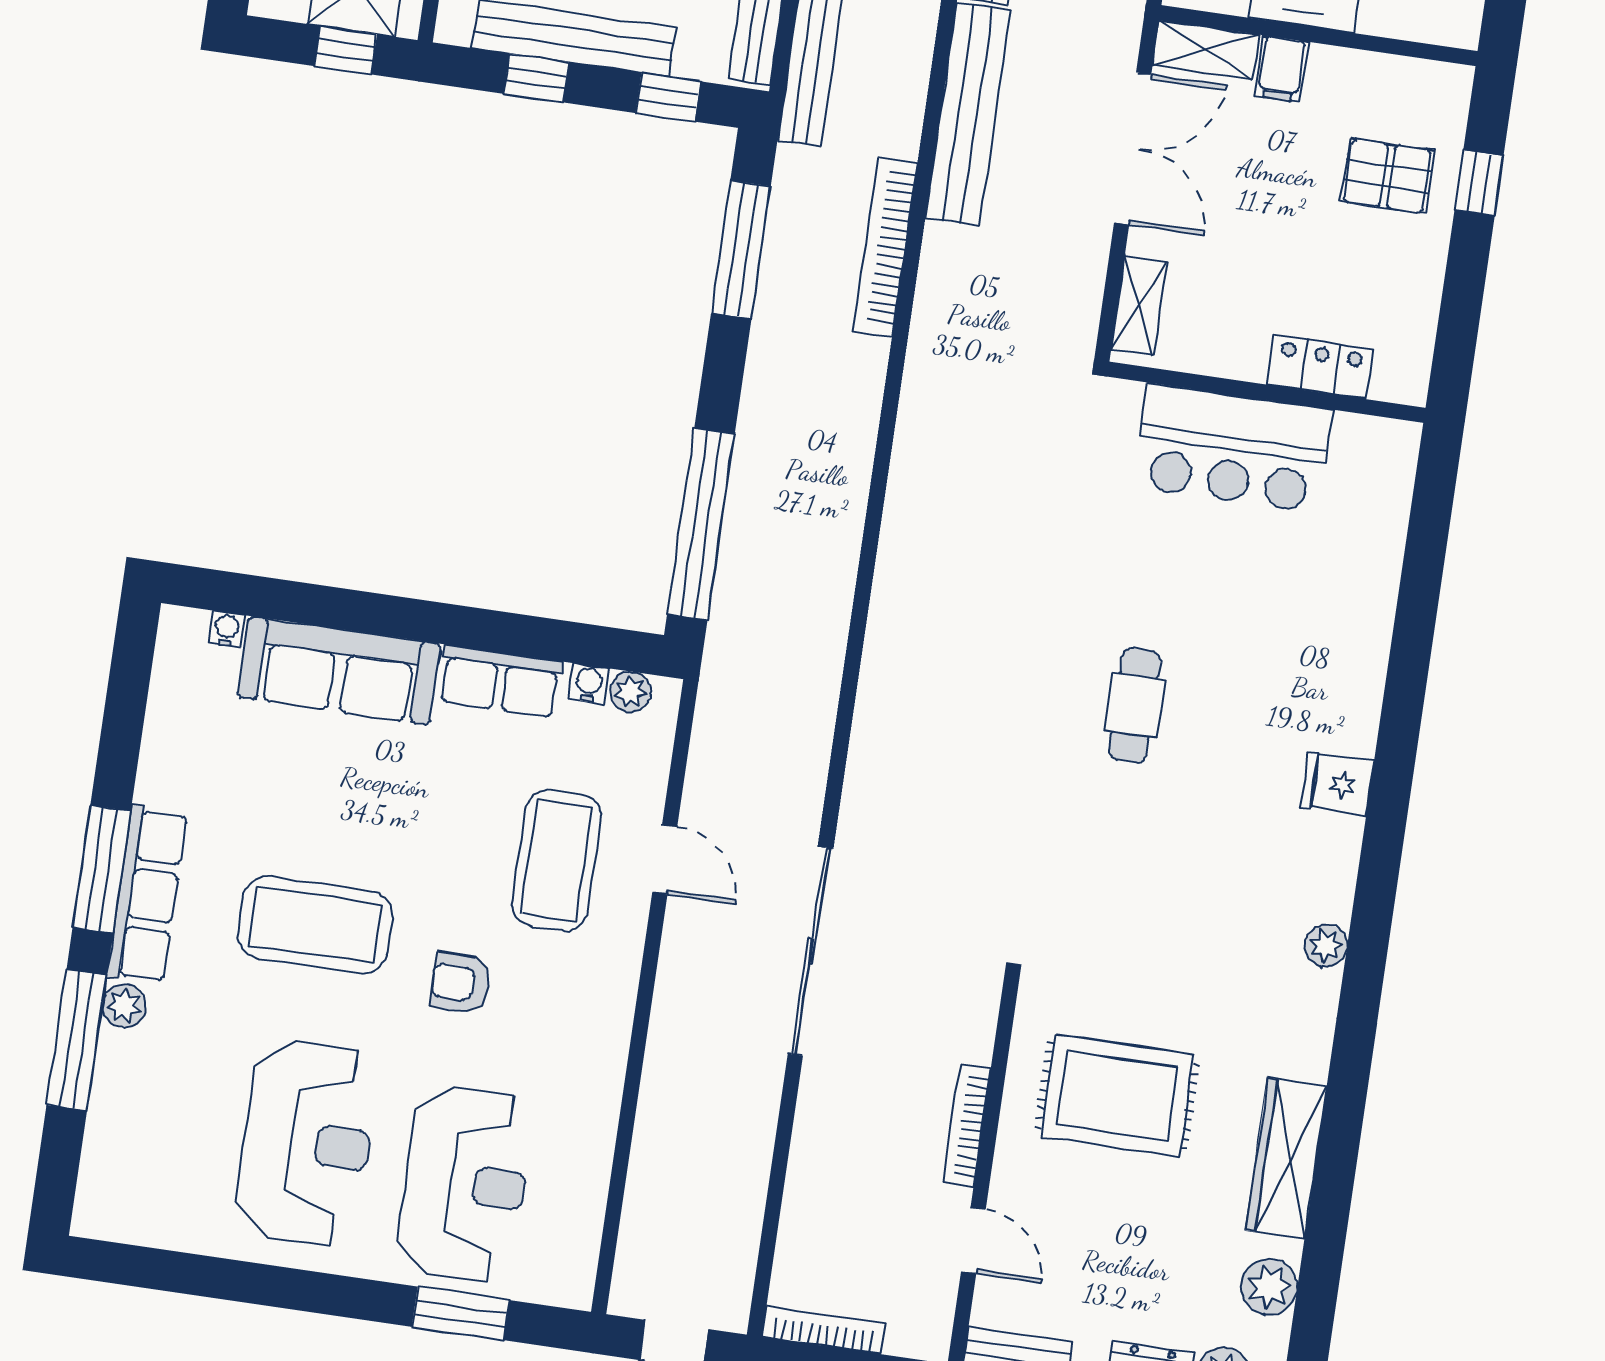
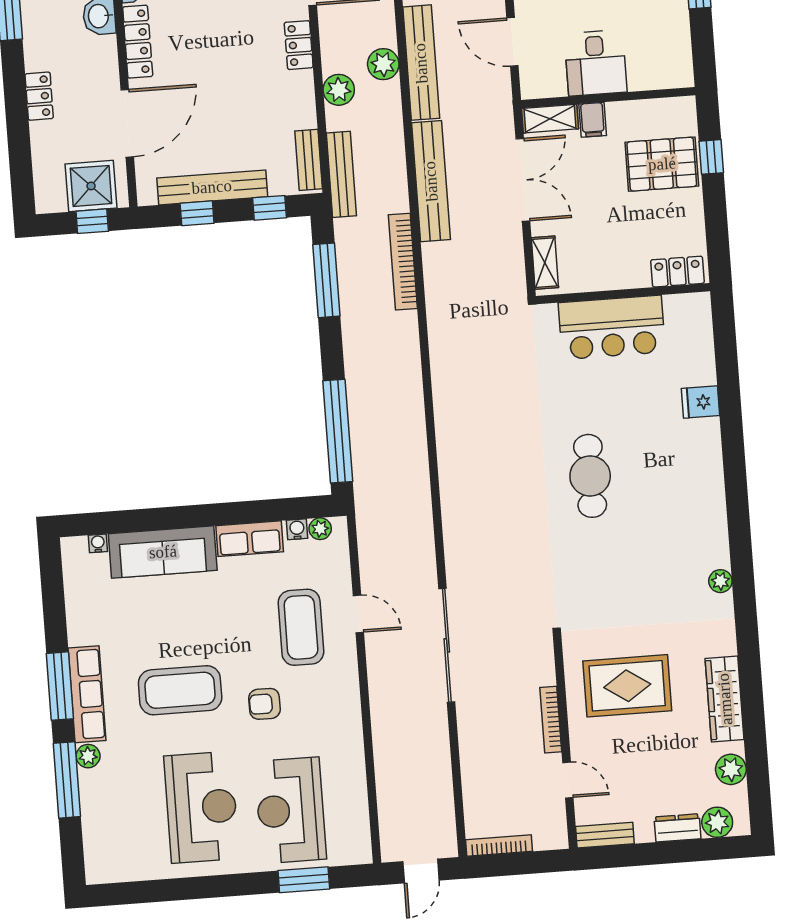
pallet: (1388, 176) -> (662, 164), width x1.50, depth x1.42
locker: (1320, 367) -> (677, 272), moved
cafe table: (1135, 705) -> (590, 476), width x1.37, depth x1.35
fridge: (1337, 784) -> (700, 402), moved
reception desk: (465, 1184) -> (291, 810), turned 180

